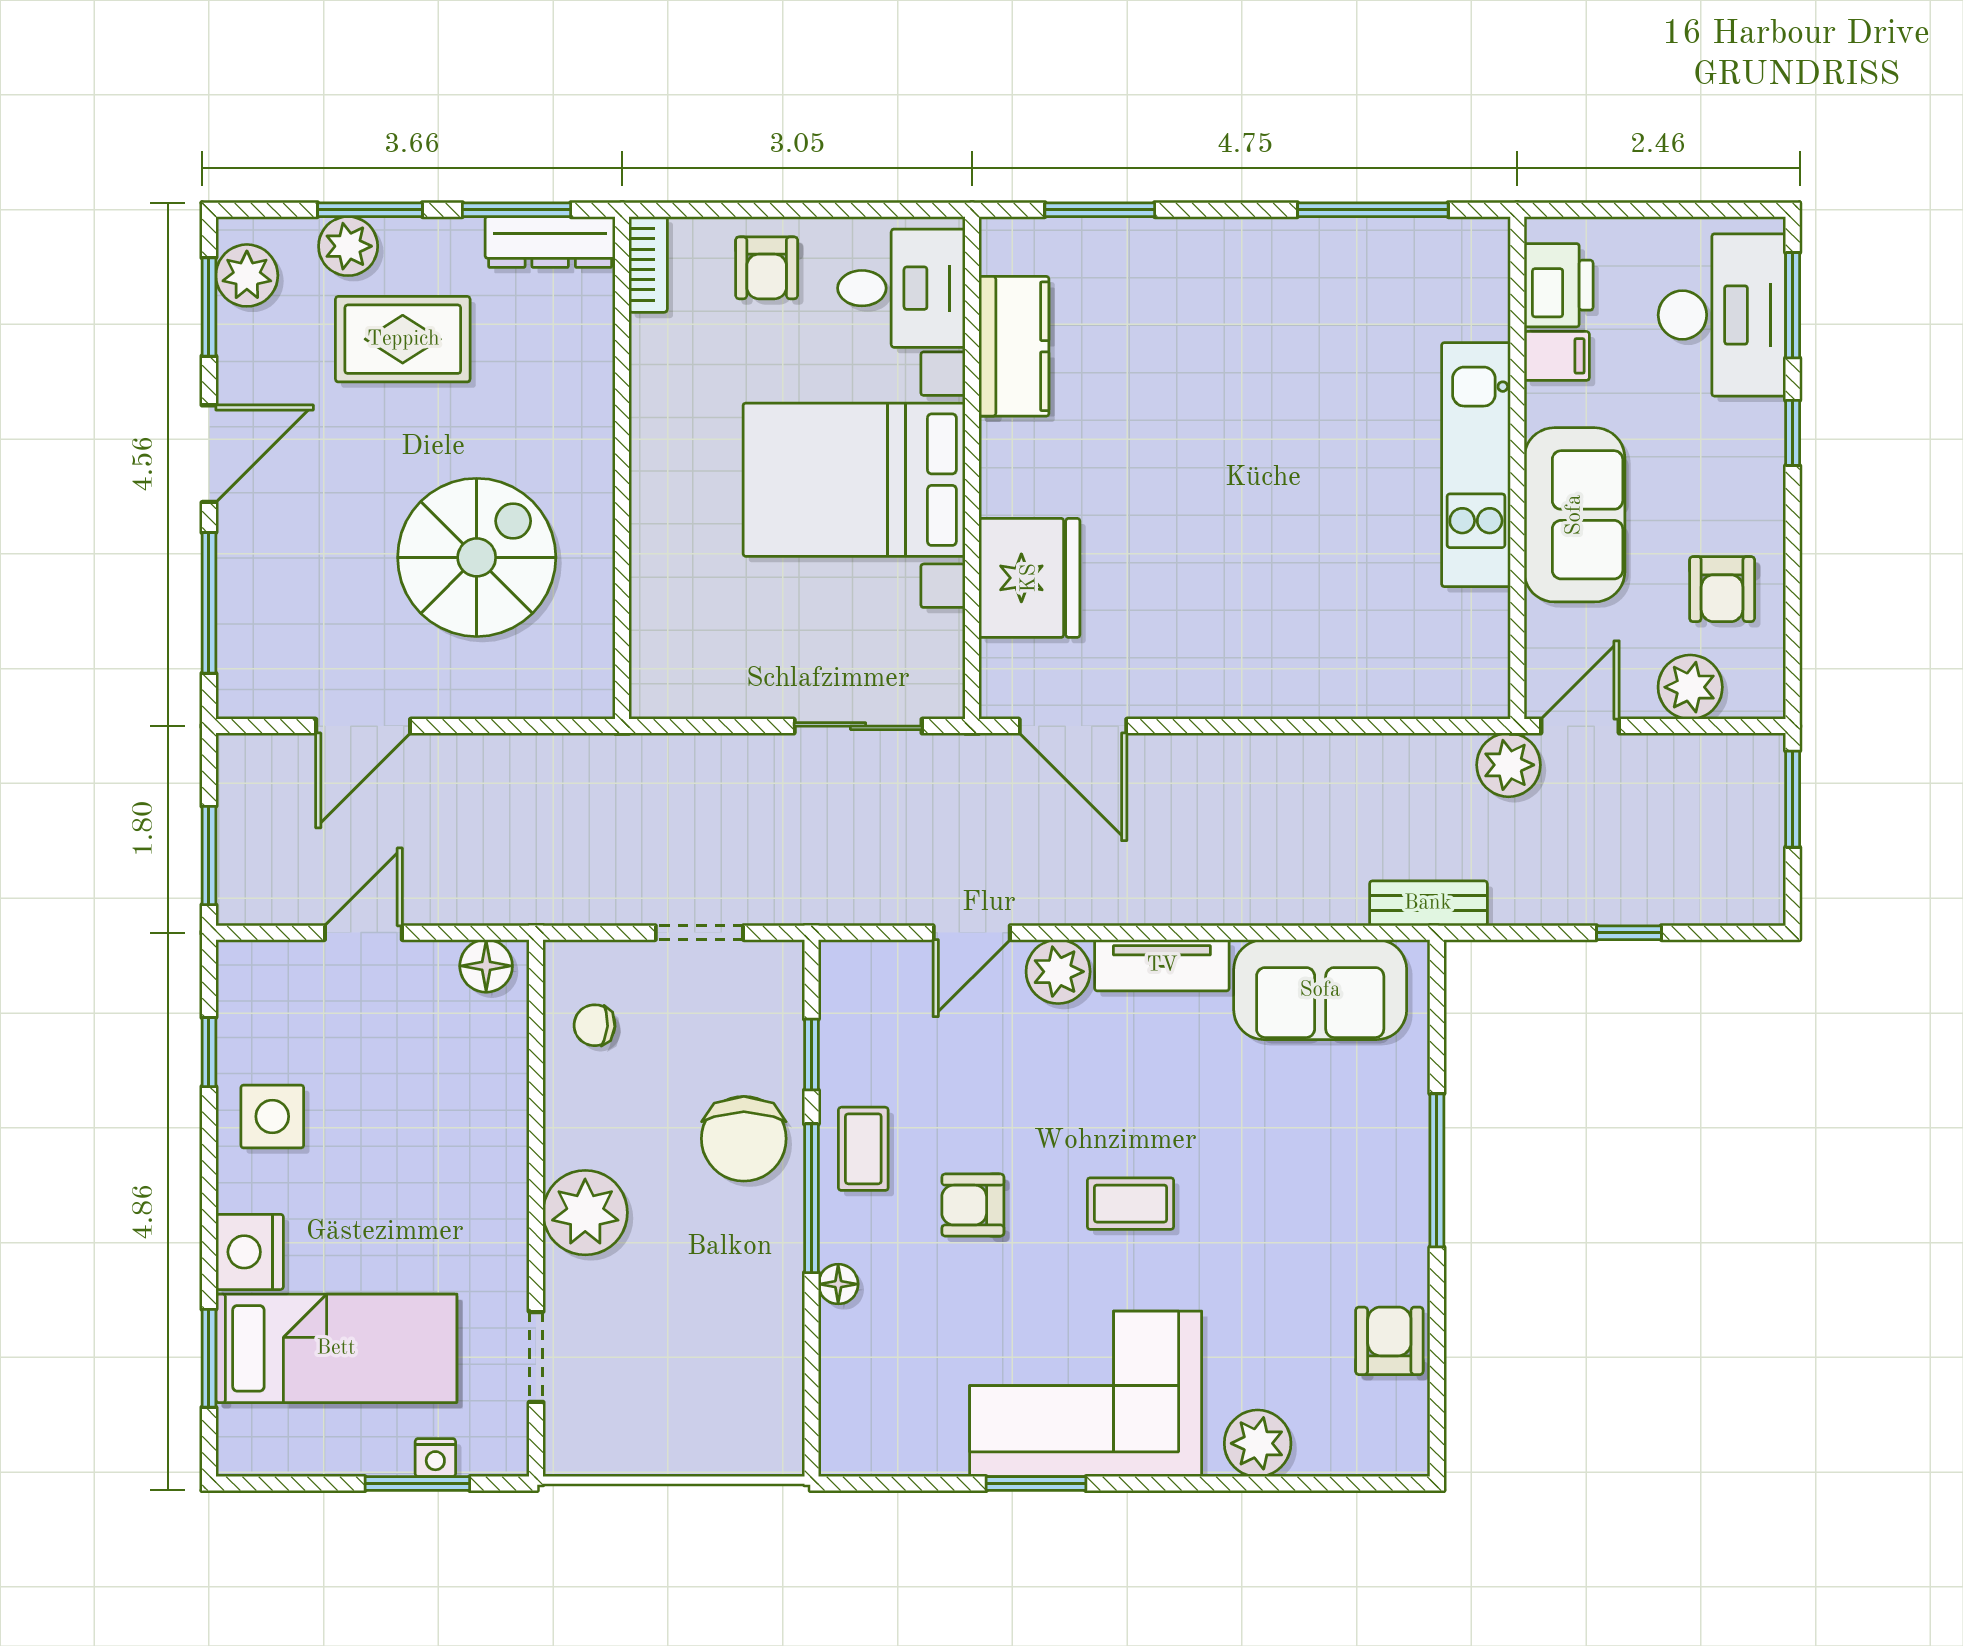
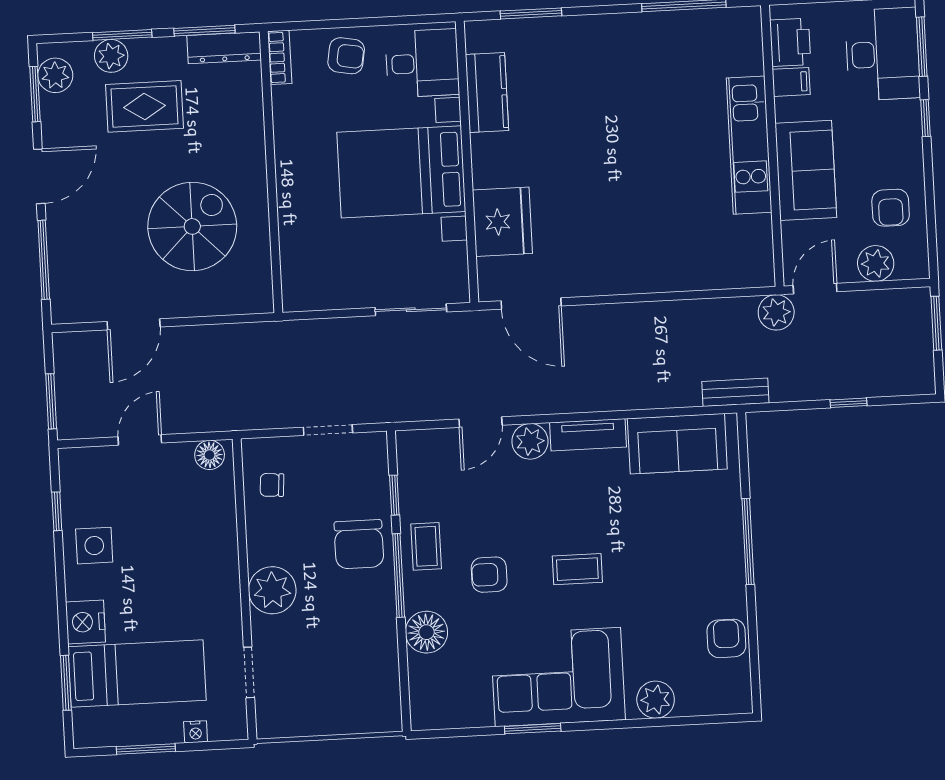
armchair: (767, 268) -> (346, 56), turned -80
floor lamp: (838, 1284) -> (426, 632), width x1.89, depth x1.89
window: (417, 1484) -> (146, 749), moved

